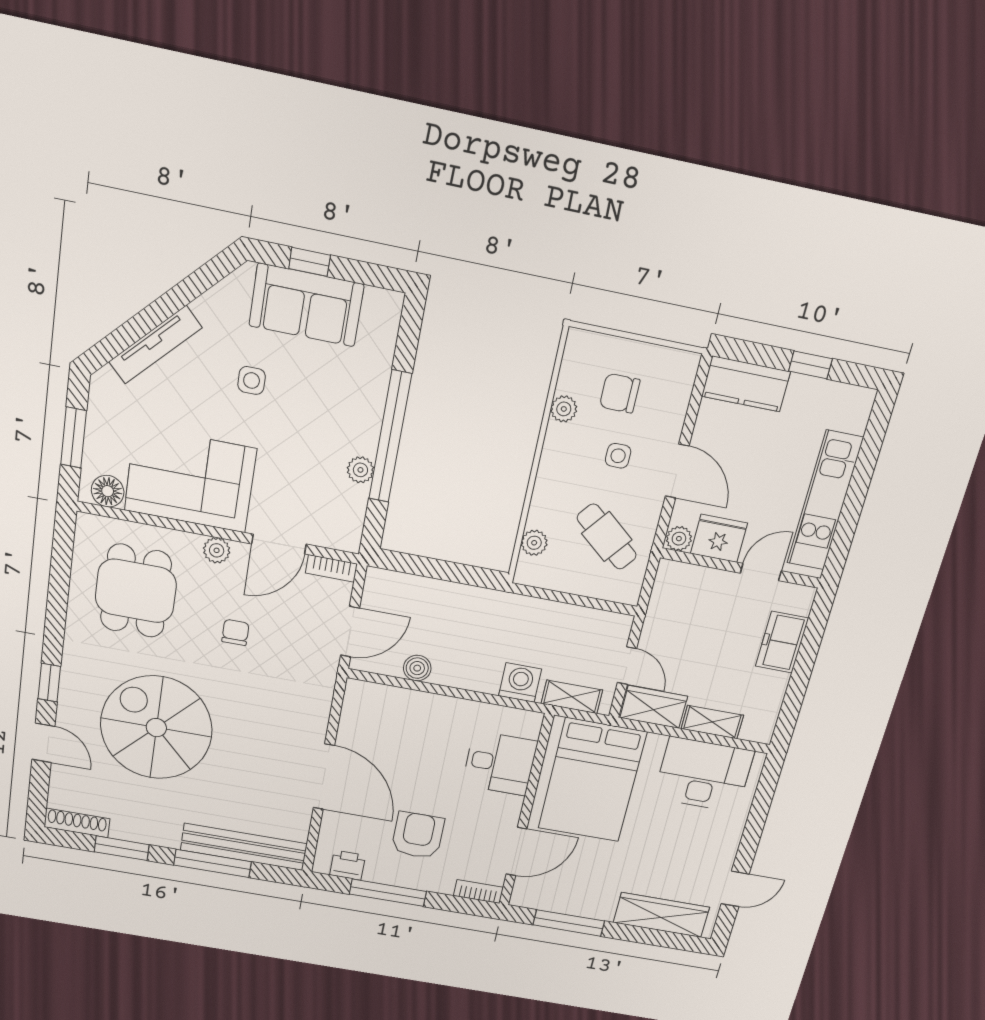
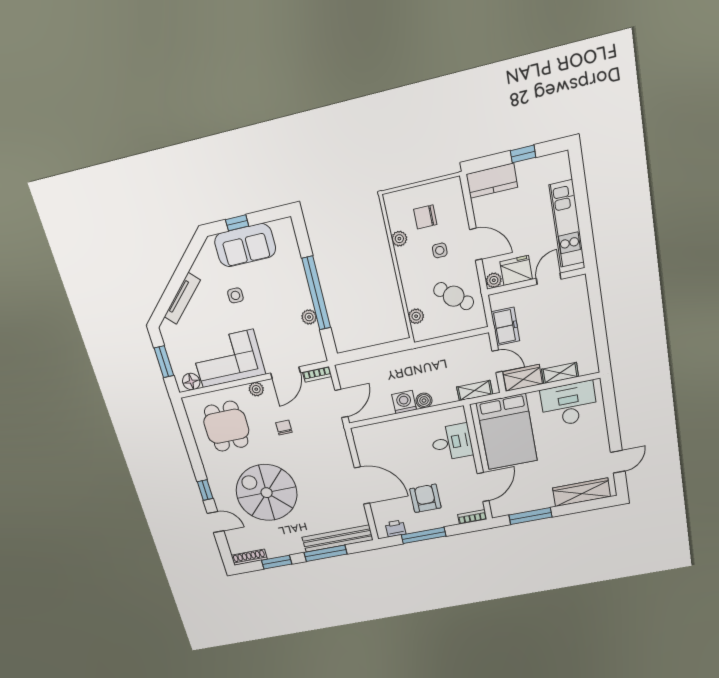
freezer: (782, 642) -> (505, 326), moved, turned 180
boiler: (417, 668) -> (424, 401), moved
washing machine: (520, 682) -> (404, 402), moved

